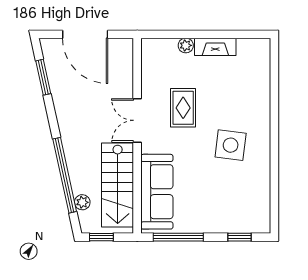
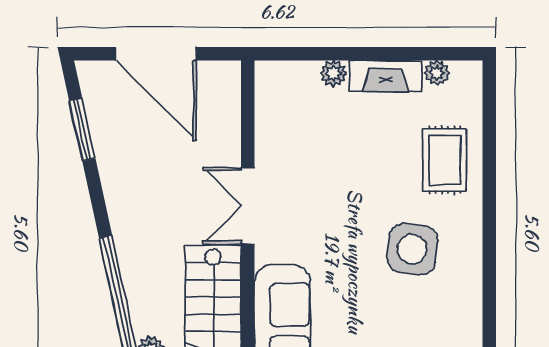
plant: (244, 45) -> (437, 73), added
rug: (183, 108) -> (445, 160), moved

